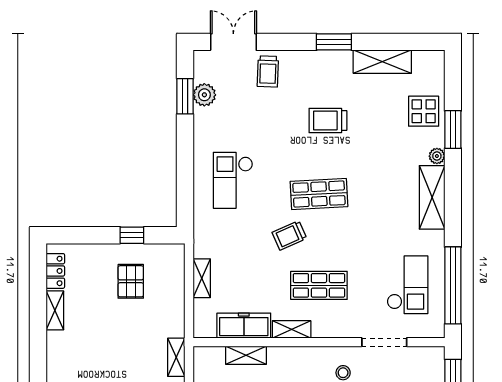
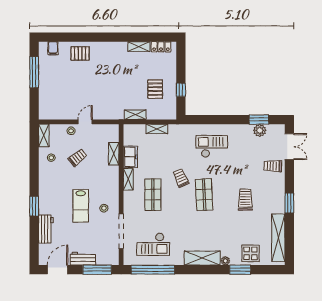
shelving: (382, 62) -> (278, 238), width x1.47
pallet: (131, 281) -> (155, 89), turned 90
freezer: (244, 326) -> (130, 157), width x0.71
doorway: (384, 342) -> (121, 231), width x1.36
shelving: (176, 357) -> (135, 115), moved

